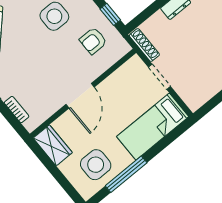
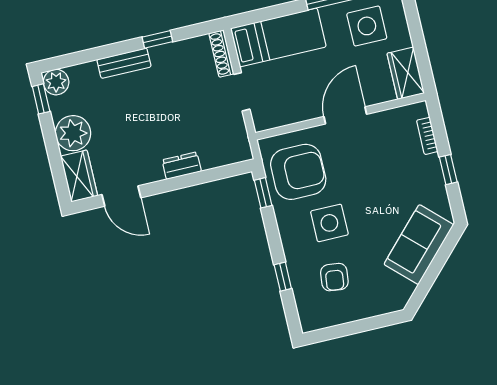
armchair: (93, 41) -> (298, 172), width x1.88, depth x1.88
shoe rack: (144, 45) -> (221, 54), moved

